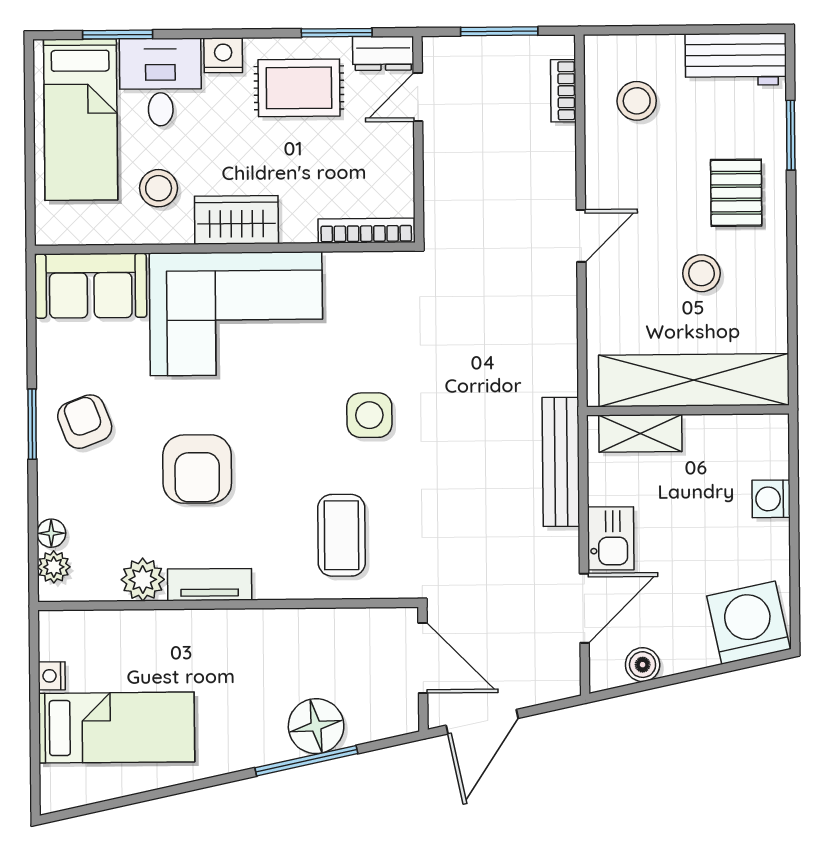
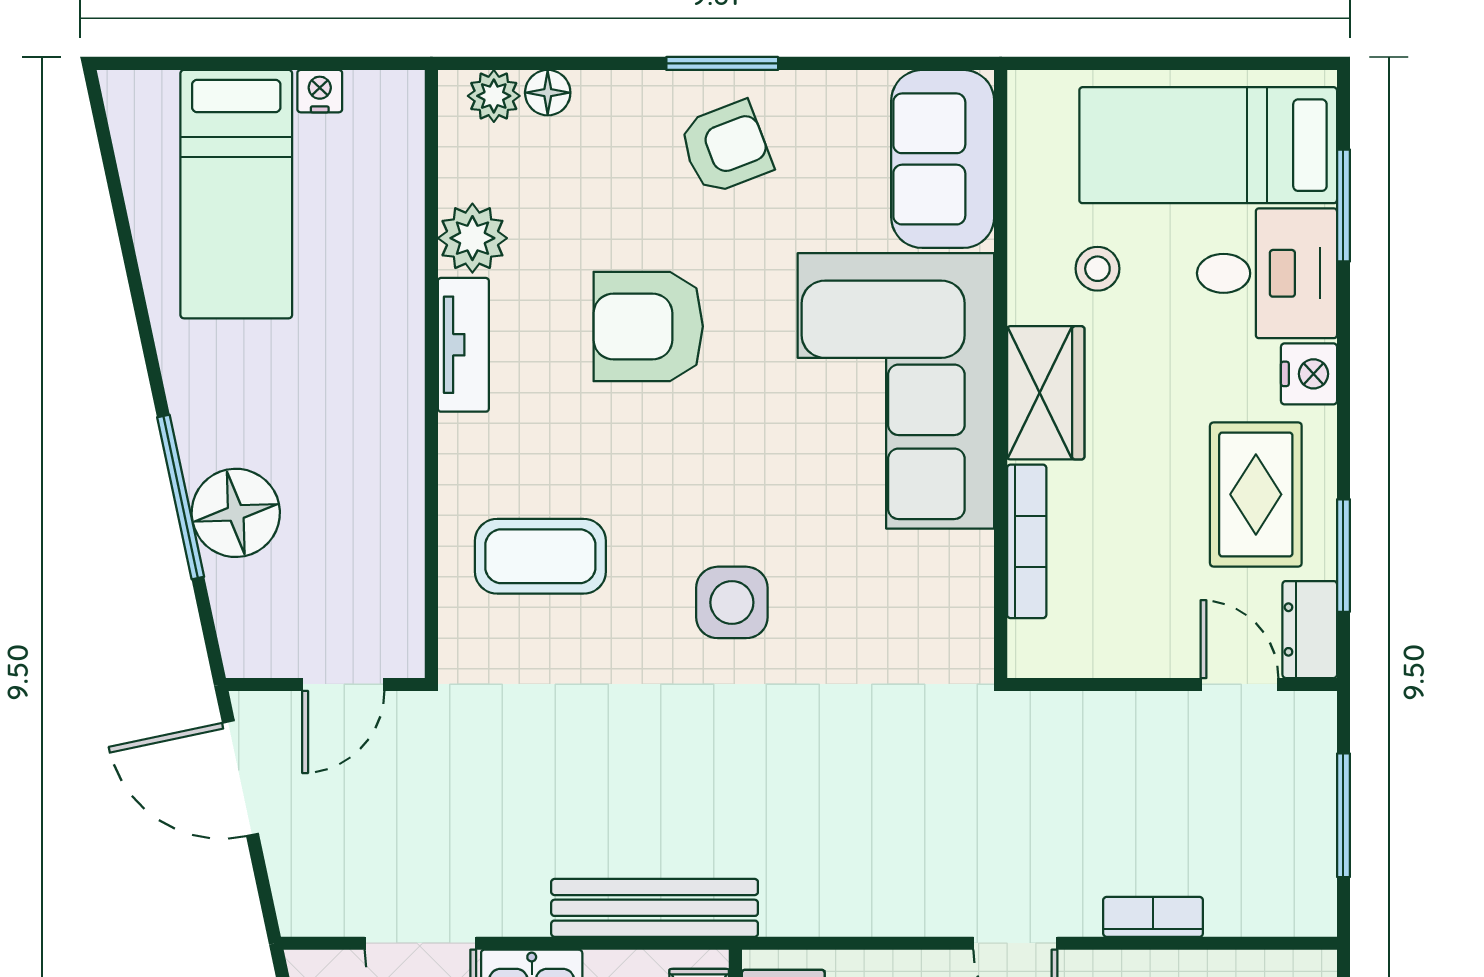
bookcase: (563, 91) -> (1153, 917), moved
stool: (159, 188) -> (1097, 269), width x0.73, depth x0.73
bookcase: (366, 231) -> (1027, 541), moved
door: (423, 658) -> (343, 684), width x0.73

